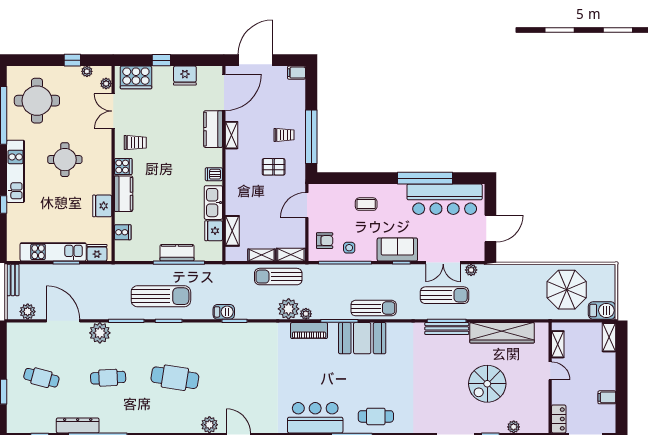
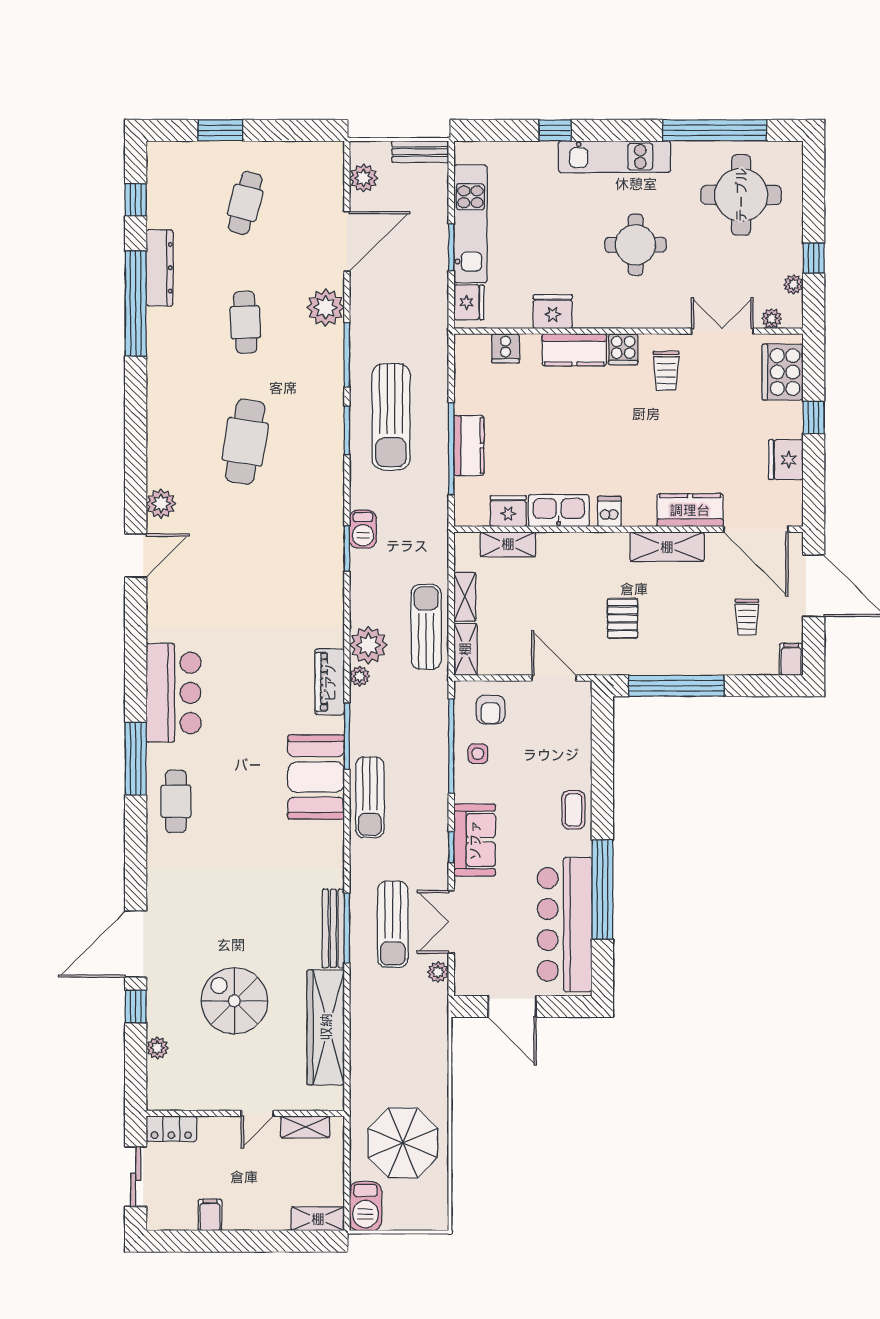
shelving: (231, 135) -> (667, 547), width x1.50, depth x1.33
trolley: (284, 135) -> (747, 617), moved
coffee table: (366, 204) -> (573, 810), moved

